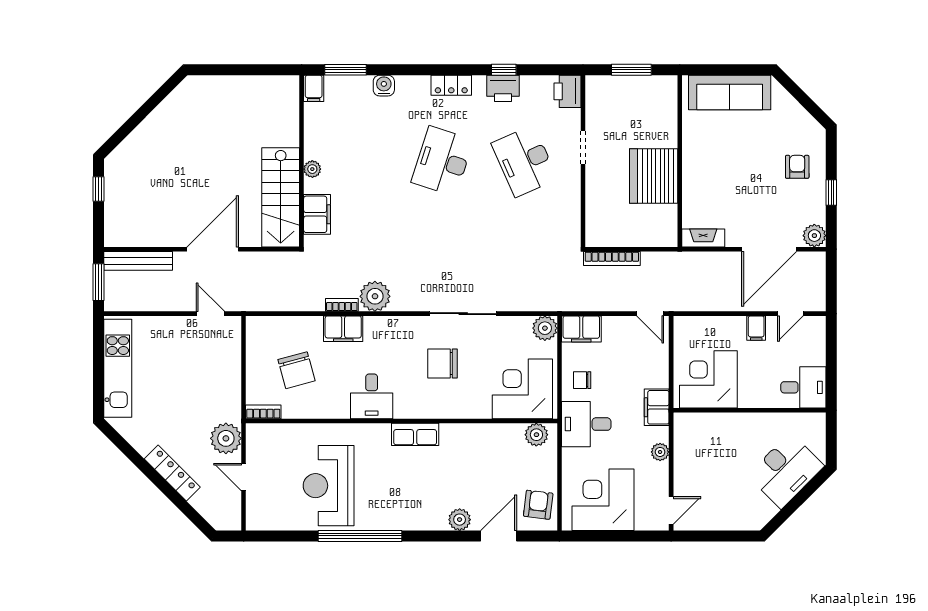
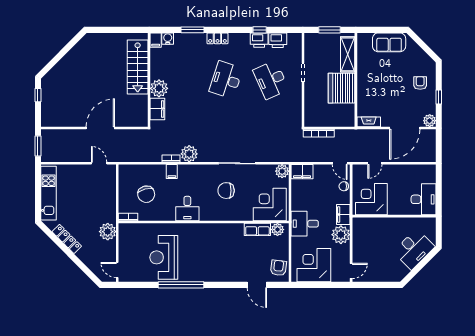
window: (345, 70) -> (193, 30), moved
locker: (451, 85) -> (217, 38), moved
water cooler: (384, 86) -> (168, 39), moved
printer: (567, 91) -> (278, 40), moved, turned -90
sofa: (730, 93) -> (389, 42), width x0.73
shelving: (665, 115) -> (348, 54), added
plant: (312, 169) -> (159, 88), width x1.88, depth x1.88
stairs: (281, 197) -> (138, 67), moved
bench: (138, 261) -> (60, 134), removed
door: (790, 314) -> (375, 163), moved
filing cabinet: (756, 328) -> (398, 171), removed
filing cabinet: (343, 329) -> (172, 172), width x0.50
chair: (582, 380) -> (344, 186), moved
desk: (803, 387) -> (424, 199), width x1.37
row of seats: (415, 434) -> (257, 229), moved
plant: (660, 452) -> (341, 235), width x1.87, depth x1.87
locker: (172, 473) -> (67, 239), moved
door: (244, 477) -> (117, 270), moved
plant: (460, 520) -> (235, 276), removed
door: (499, 536) -> (257, 285), swing flipped

